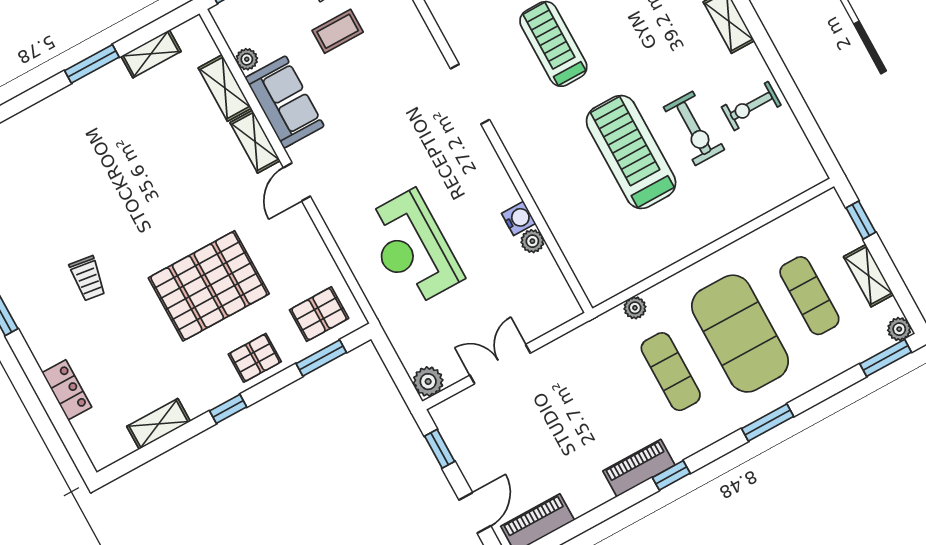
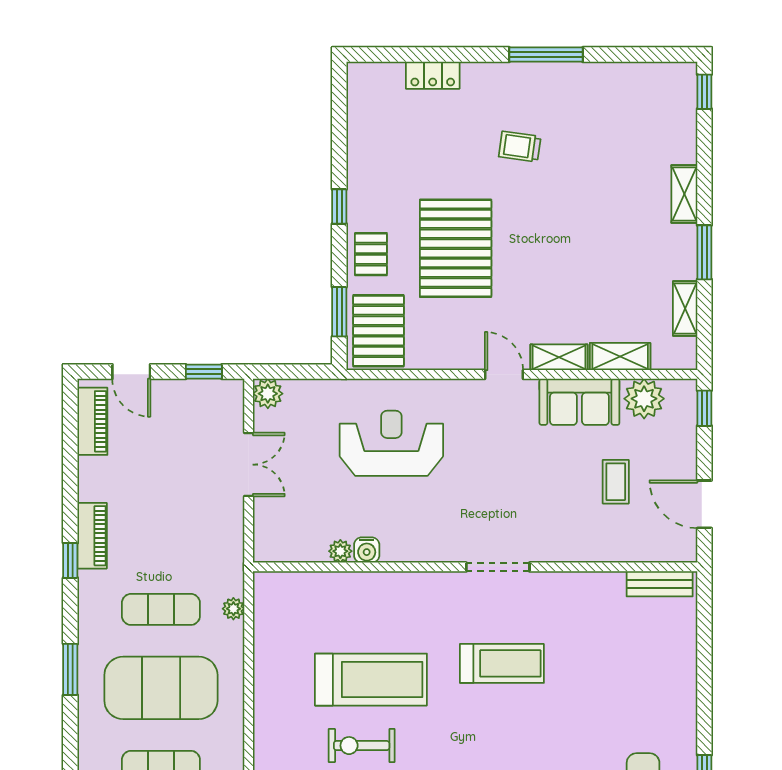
plant: (247, 59) -> (644, 399), width x1.87, depth x1.87
pallet: (319, 314) -> (378, 331), width x1.50, depth x1.42
shelving: (159, 424) -> (684, 194), moved

